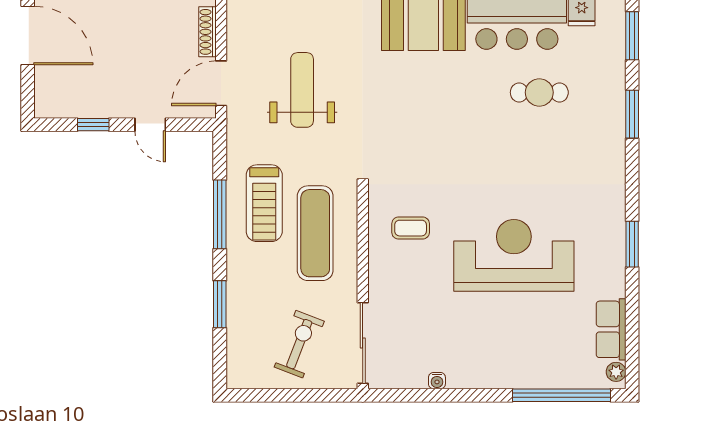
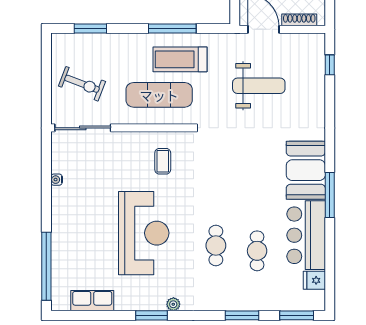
cafe table: (532, 152) -> (216, 246), added
window: (220, 304) -> (90, 28), moved
plant: (616, 372) -> (173, 304), moved

